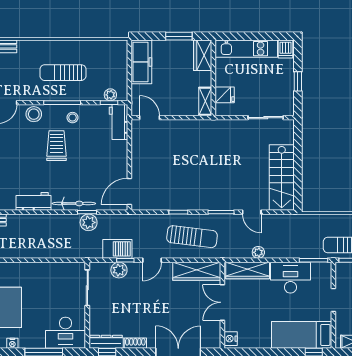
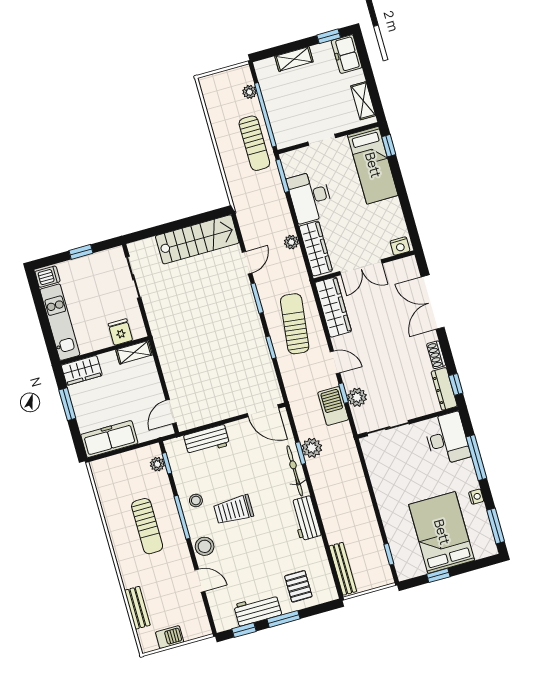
workbench: (118, 122) -> (207, 440), moved

